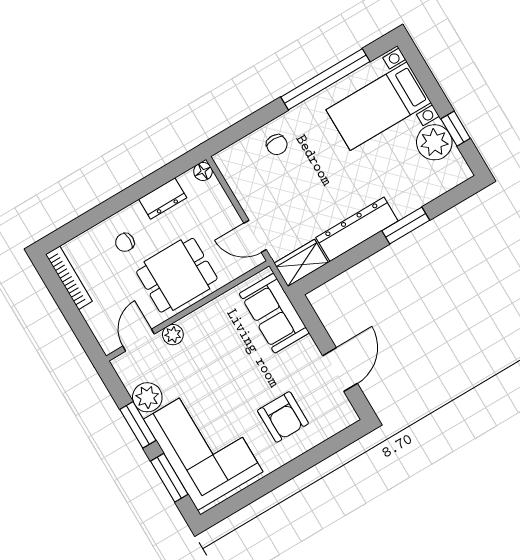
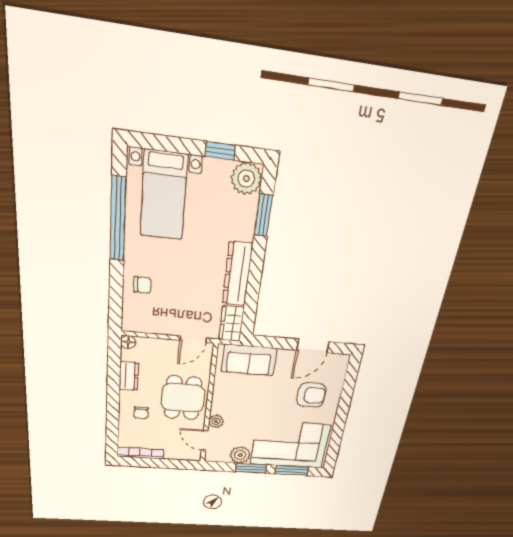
plant: (434, 142) -> (246, 178), moved
window: (406, 226) -> (263, 215), moved
door: (340, 369) -> (313, 346), swing flipped

